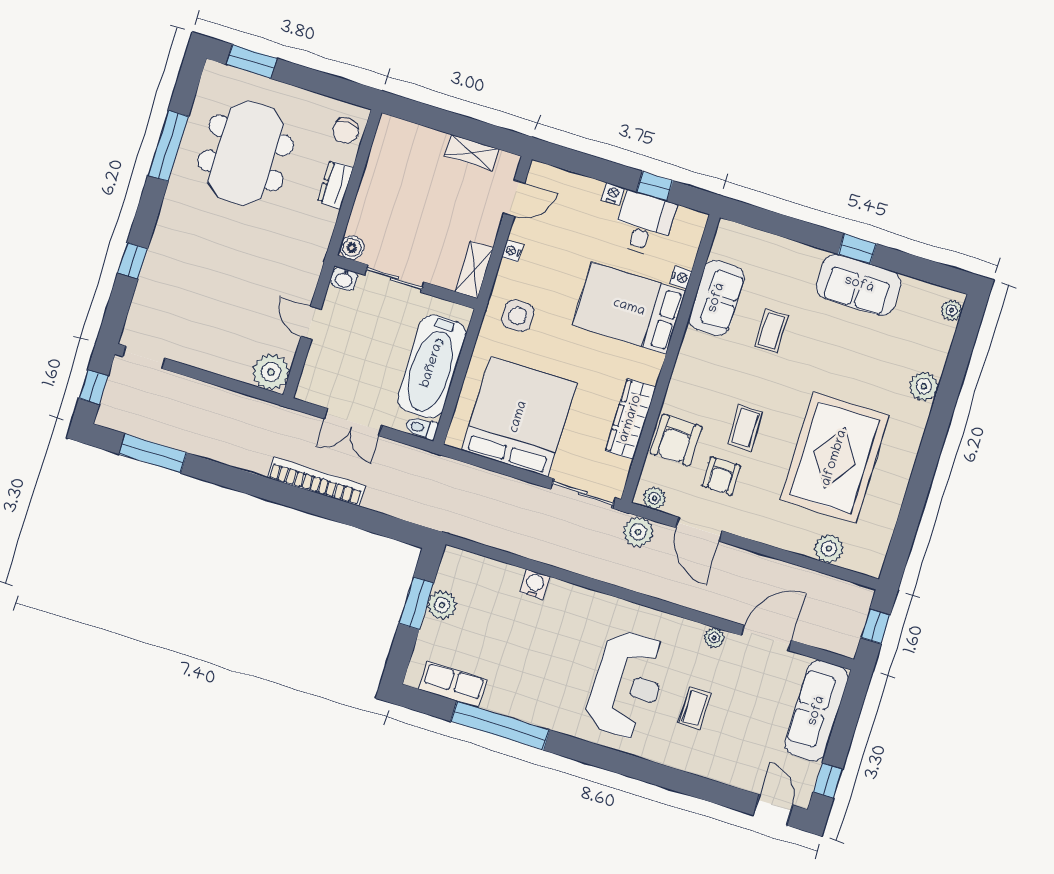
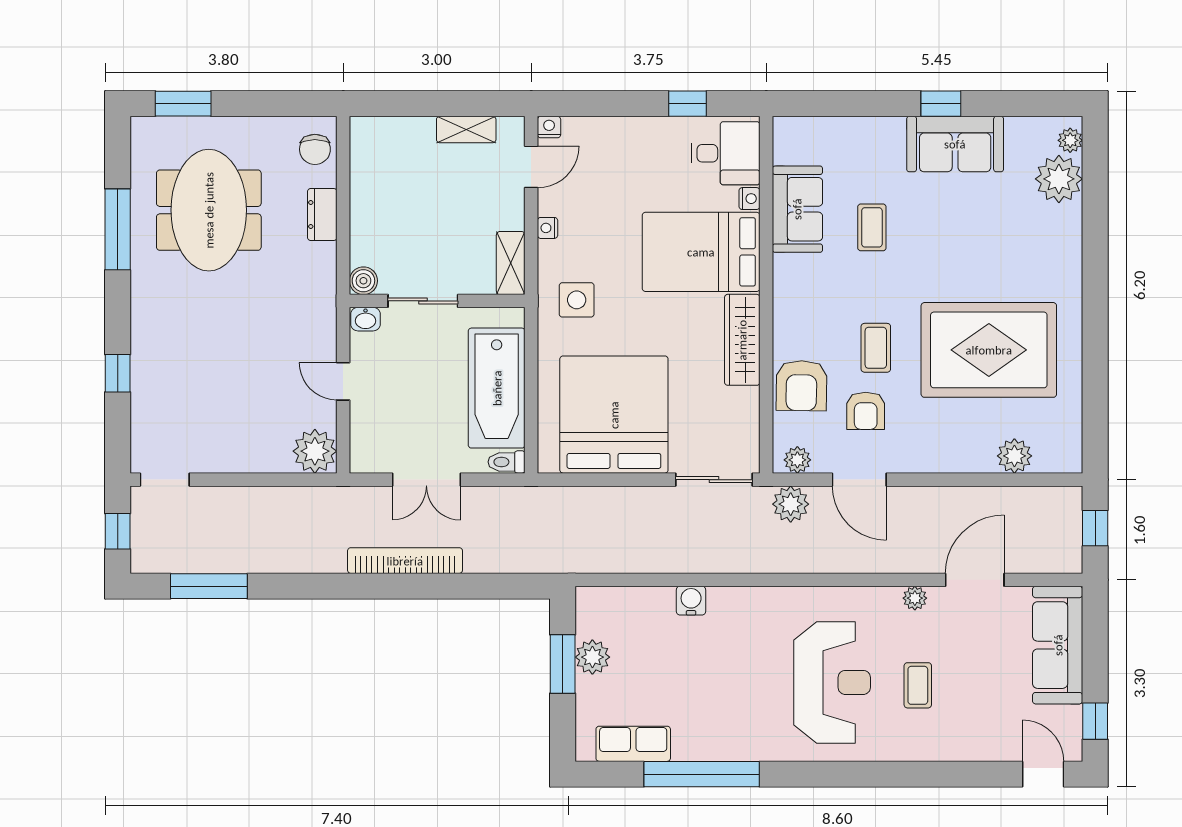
nightstand: (613, 194) -> (549, 127), moved
desk: (644, 224) -> (726, 153), moved, turned 90
plant: (924, 386) -> (1059, 179), moved, width x1.36, depth x1.36
wardrobe: (631, 419) -> (742, 340), moved
rug: (835, 458) -> (989, 350), turned 90

